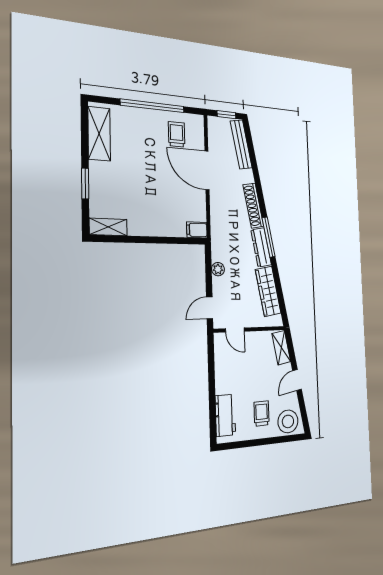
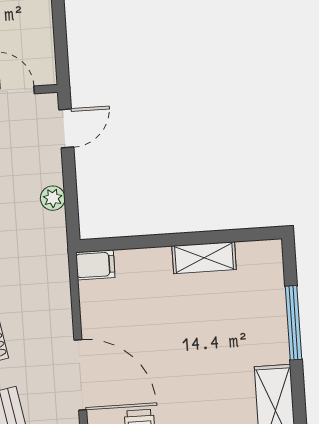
window: (85, 183) -> (294, 323), width x1.44
shelving: (108, 227) -> (204, 258), moved

